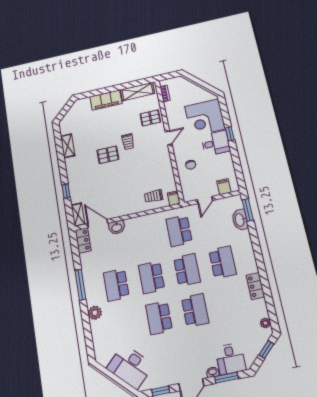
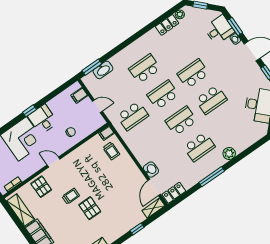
school desk: (151, 277) -> (181, 121), turned 180
locker: (255, 286) -> (167, 25), moved

